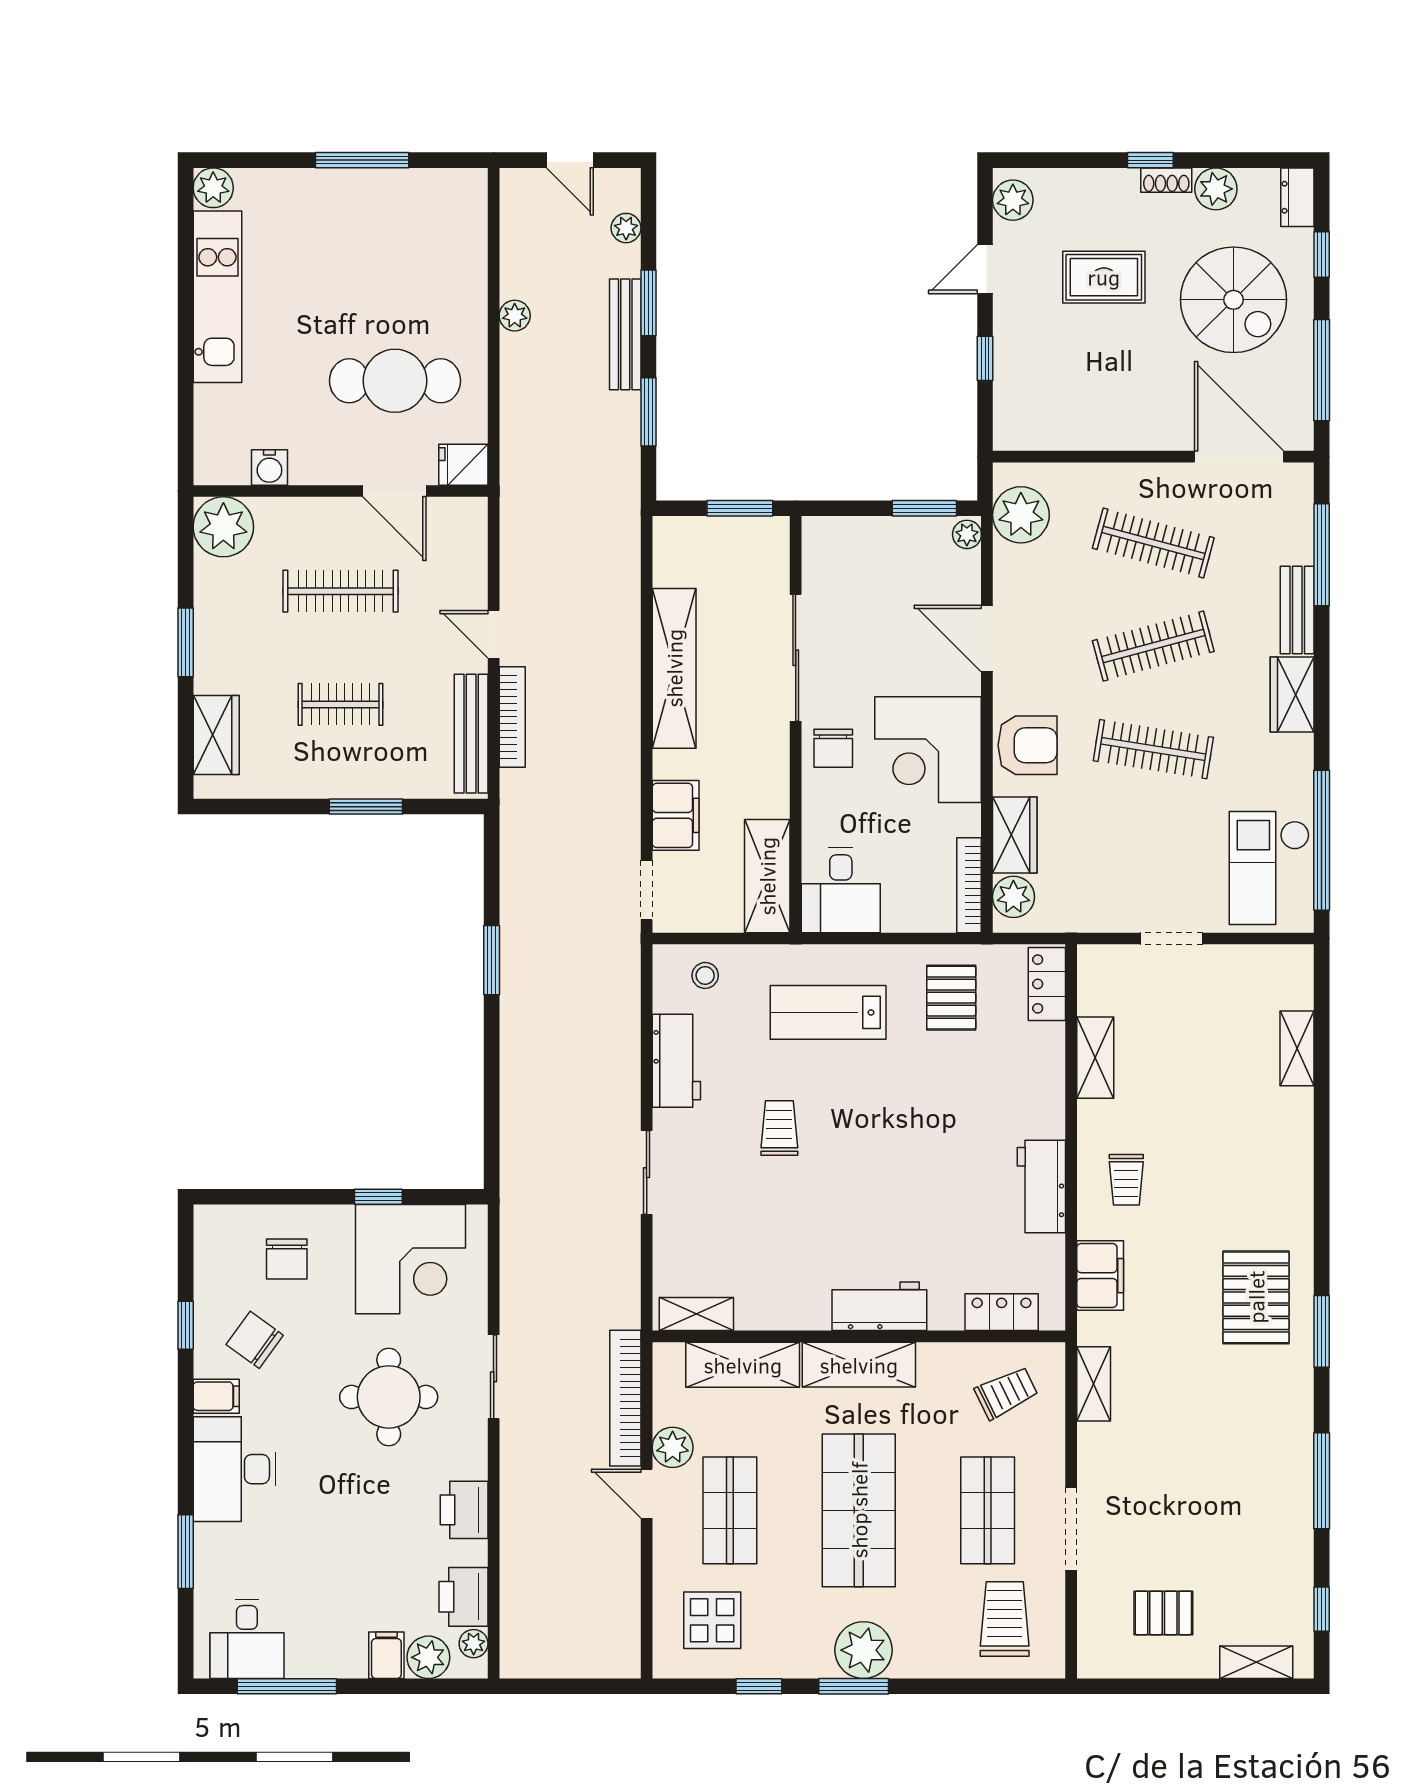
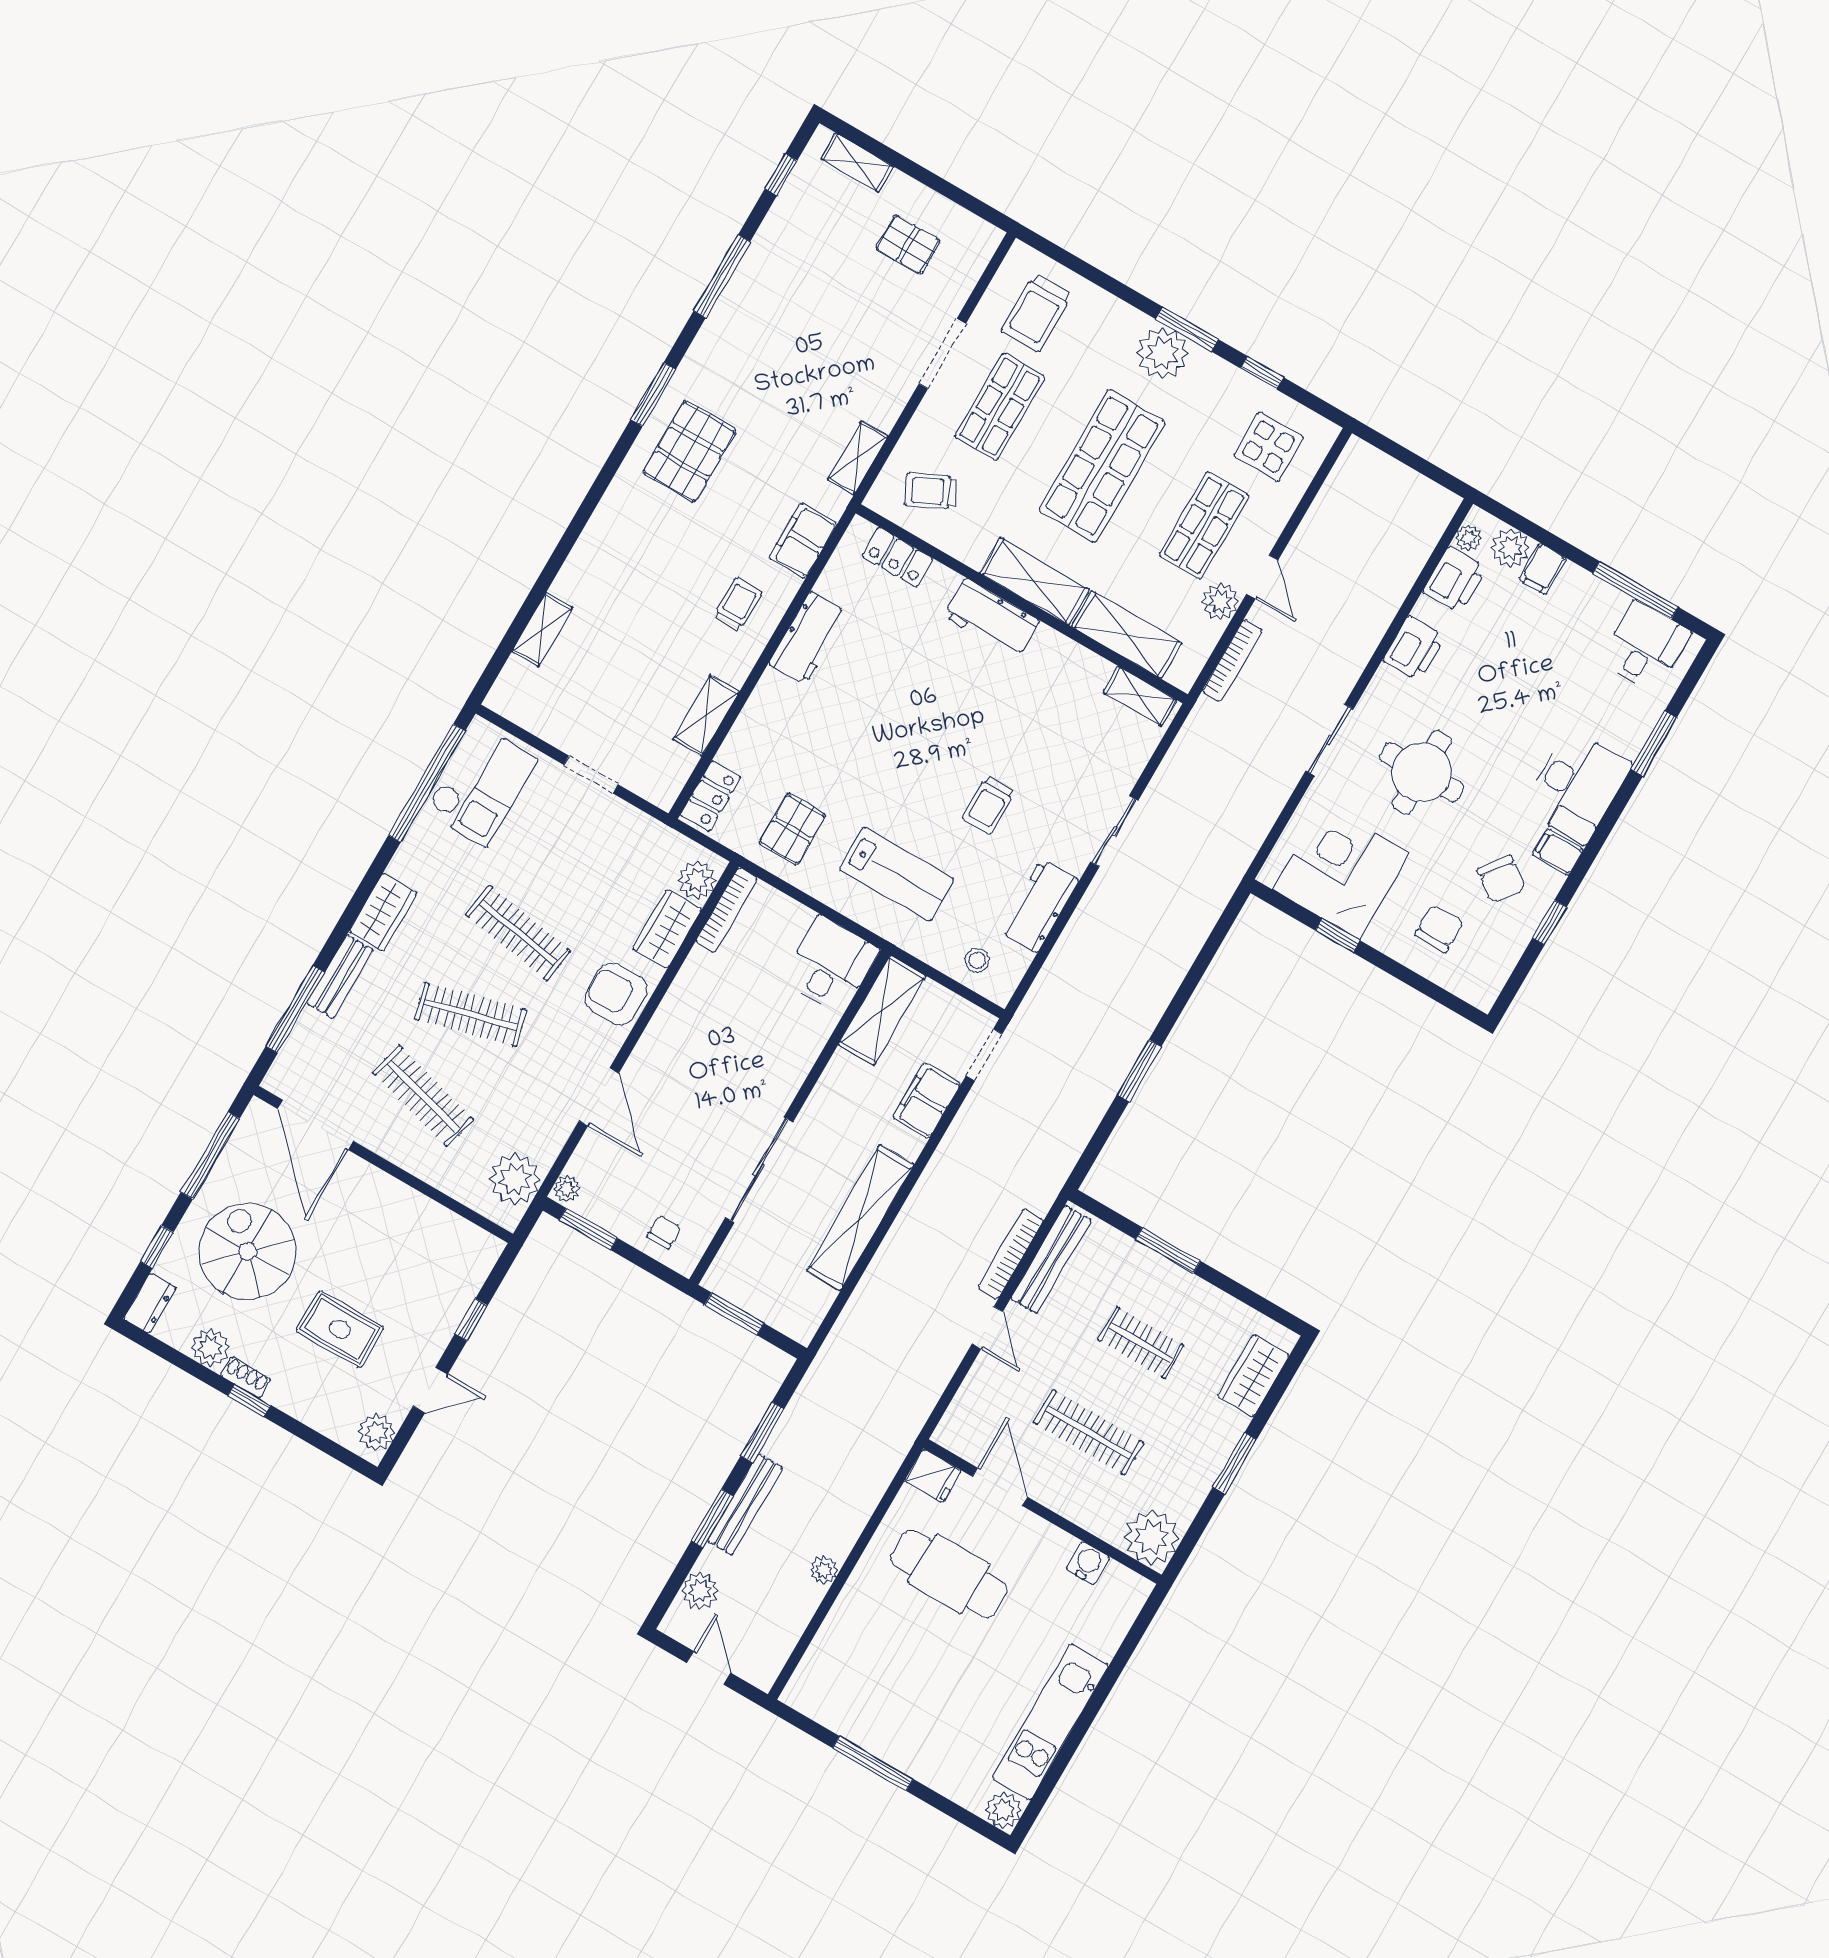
plant: (626, 228) -> (700, 1591), width x1.38, depth x1.38
chair: (833, 748) -> (664, 1232), moved, width x0.73, depth x0.73
corner desk: (928, 750) -> (697, 1036), removed
bookcase: (625, 1398) -> (1232, 661), width x0.68, depth x0.76

